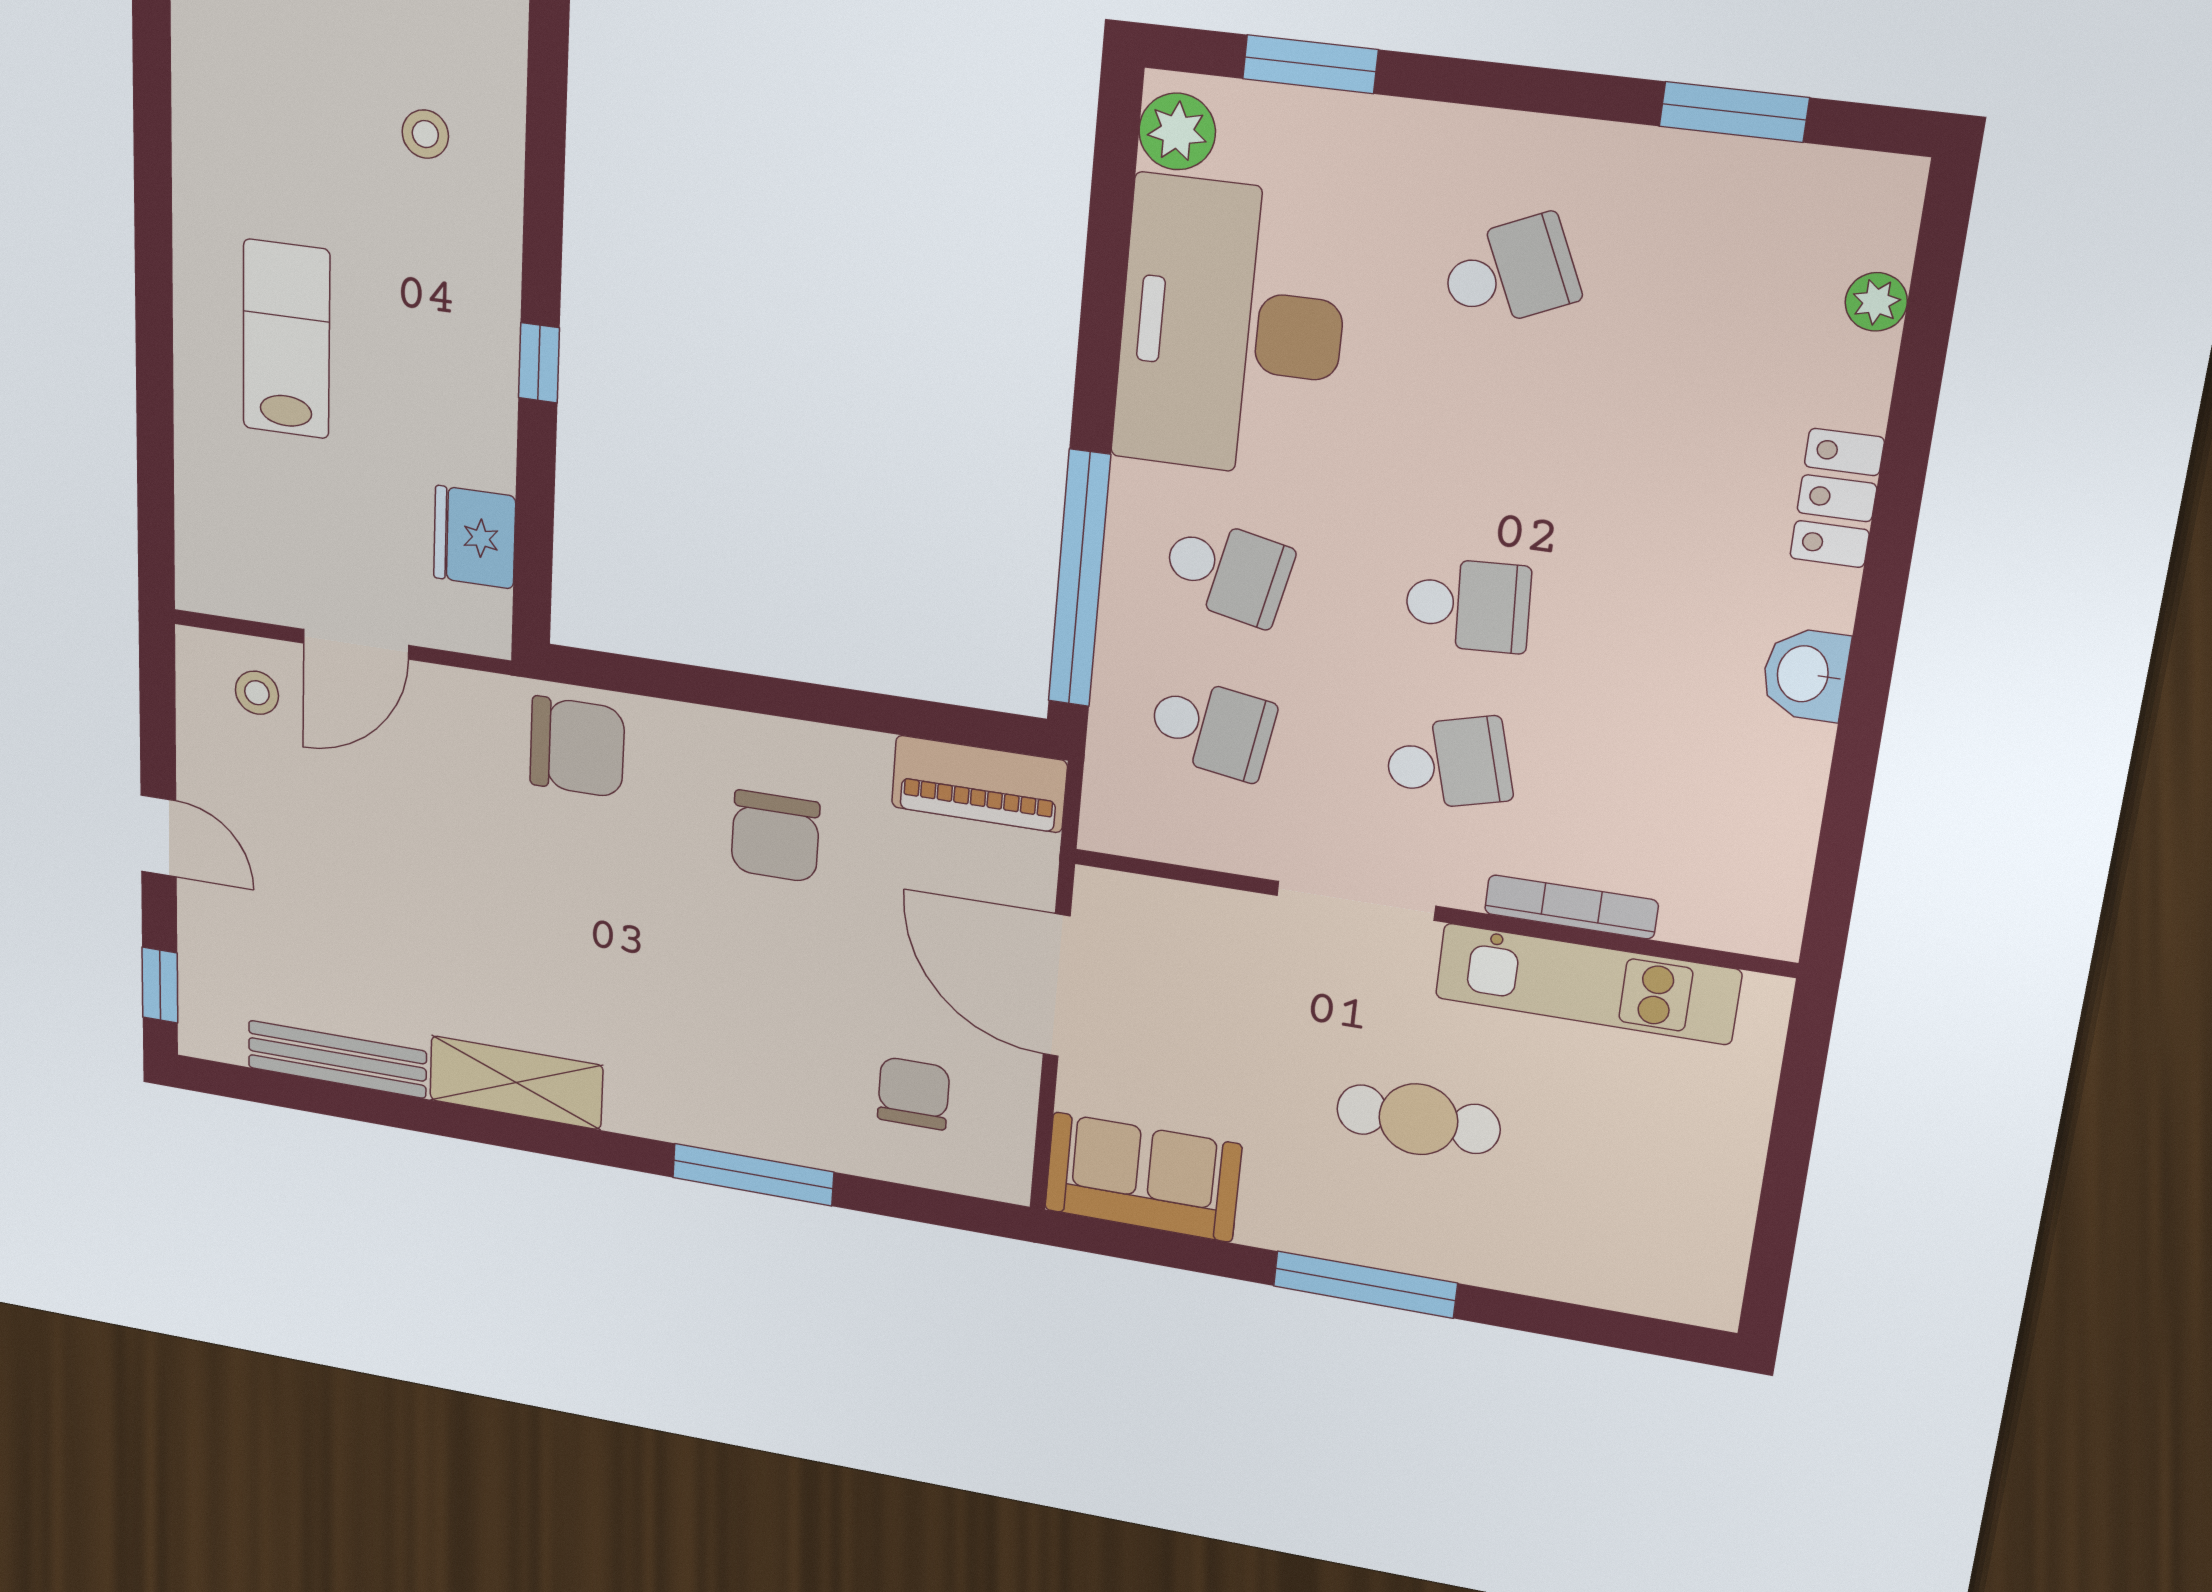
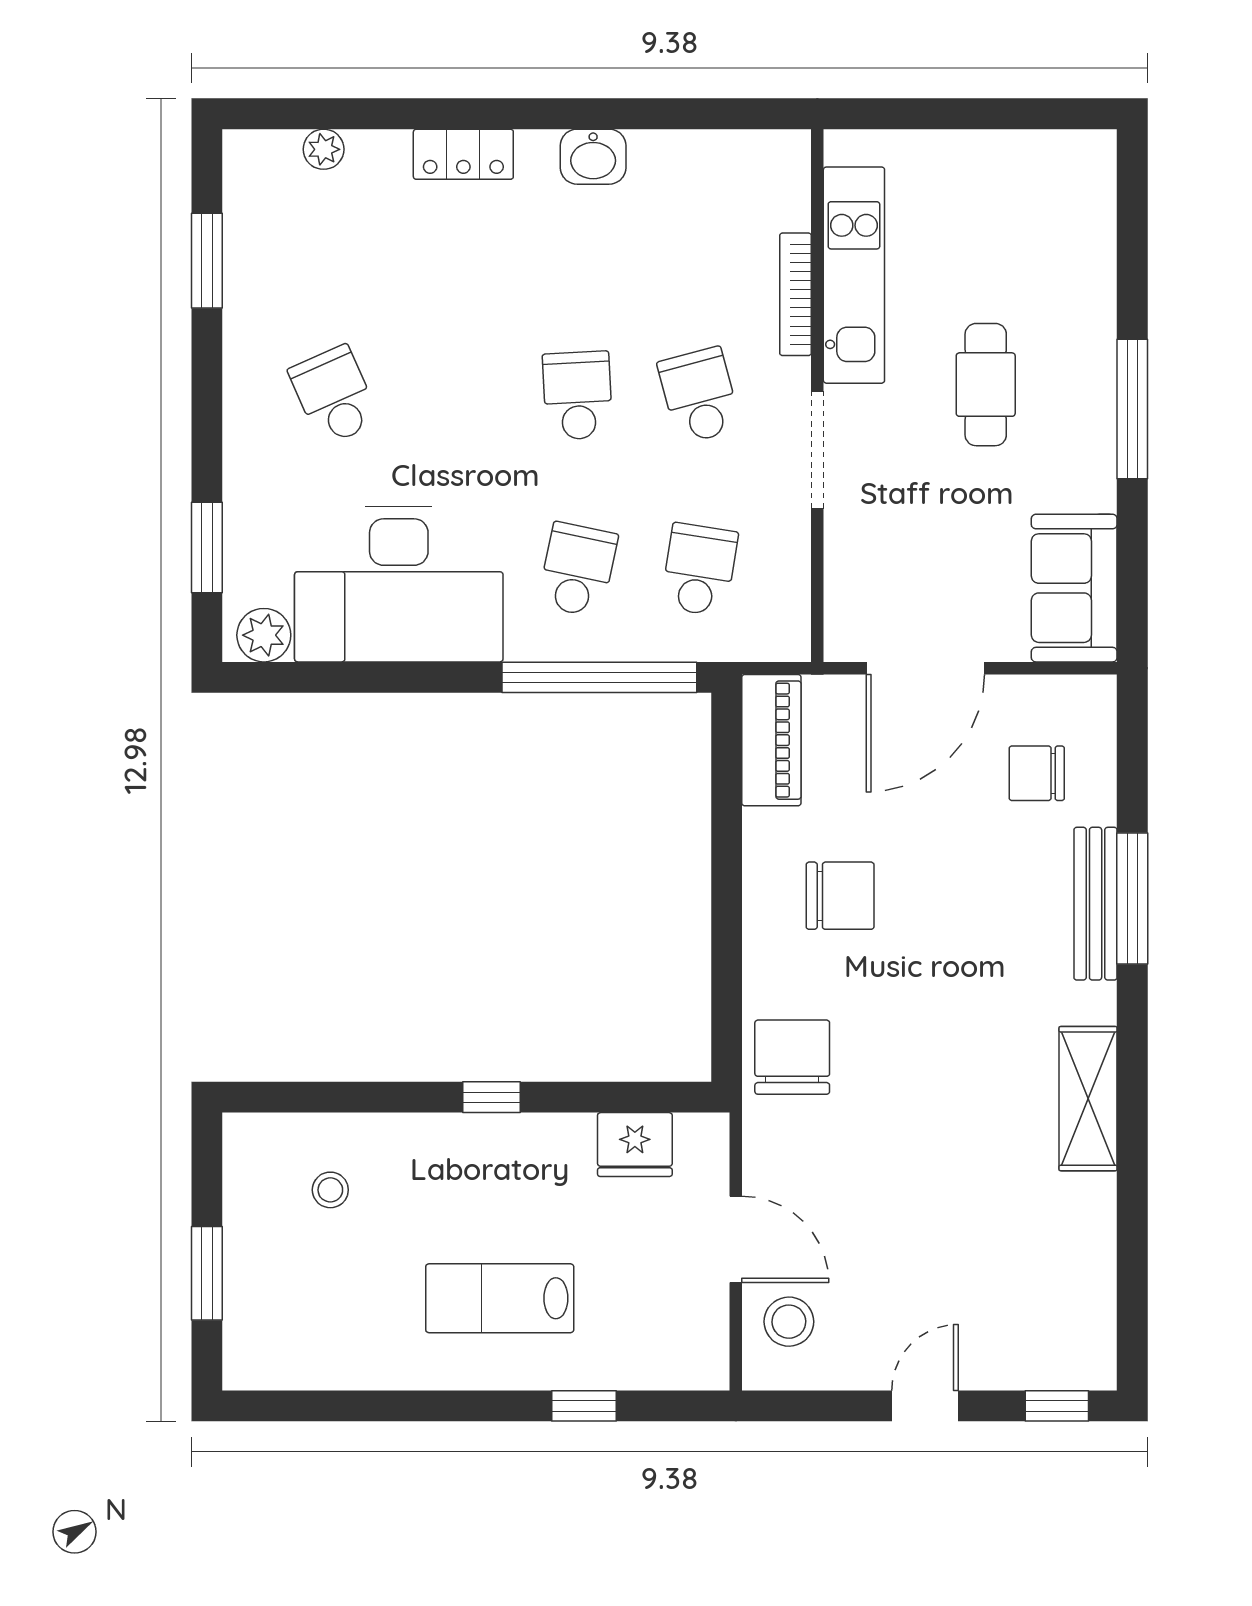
window: (155, 428) -> (584, 1406), added
stool: (257, 693) -> (789, 1322), width x1.37, depth x1.37
bench: (337, 1059) -> (1096, 904), moved

